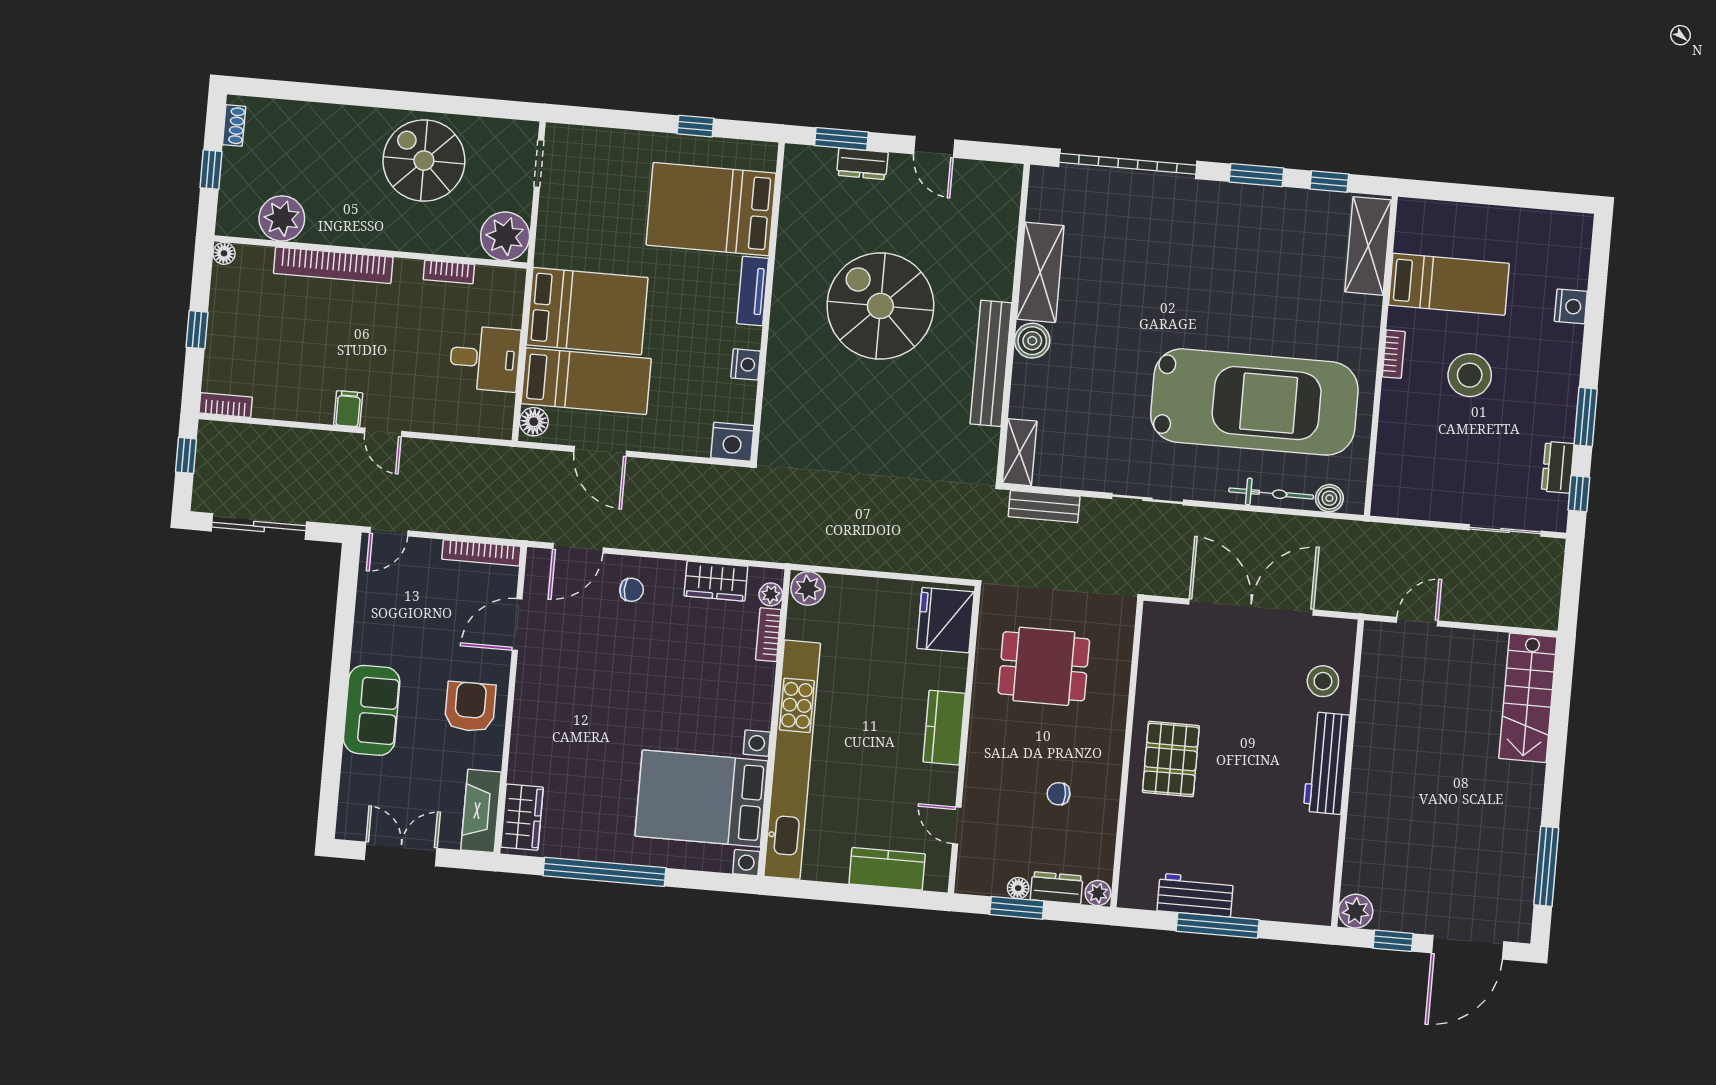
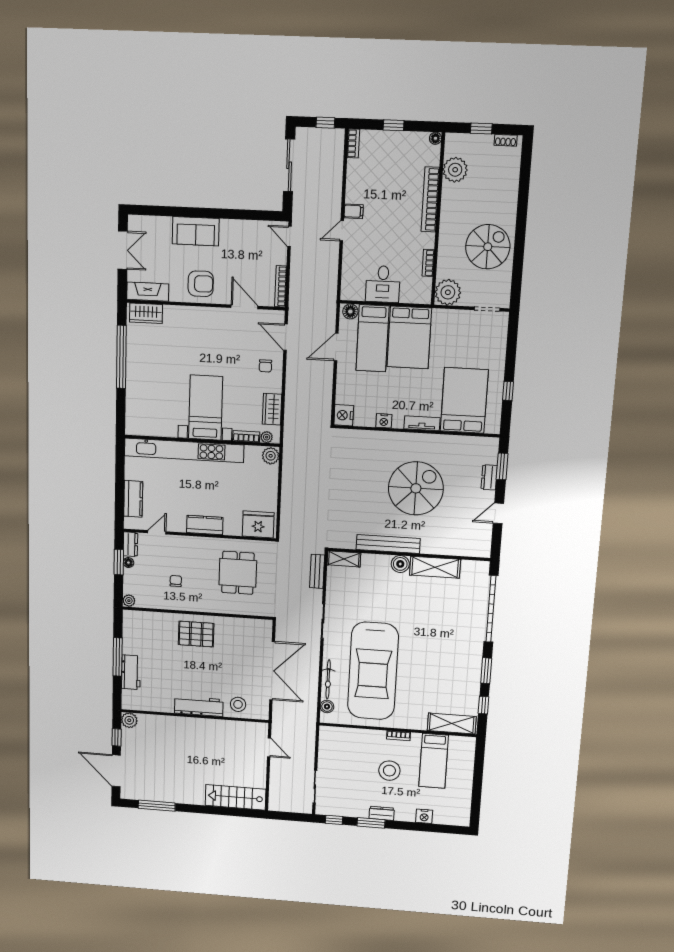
dresser: (1558, 467) -> (382, 813), moved
bed with nightstands: (701, 798) -> (206, 408), moved, width x0.73
dresser: (1057, 888) -> (130, 544), moved
workbench: (1195, 895) -> (131, 672), moved

